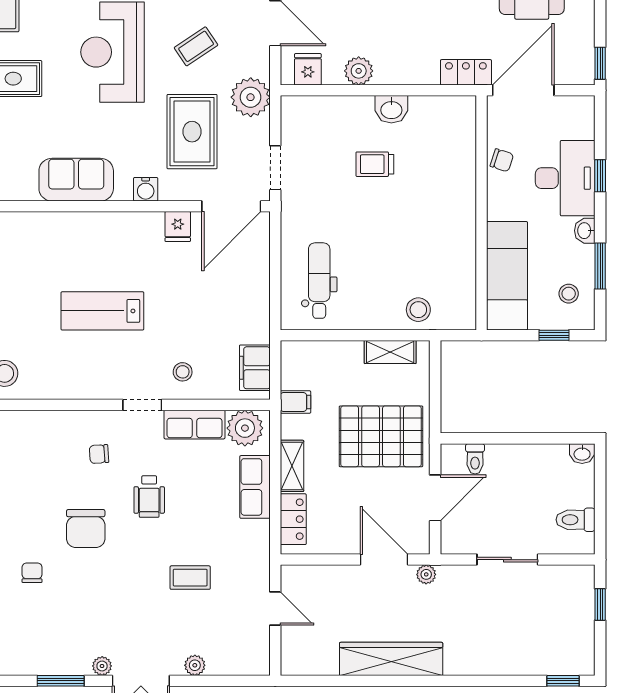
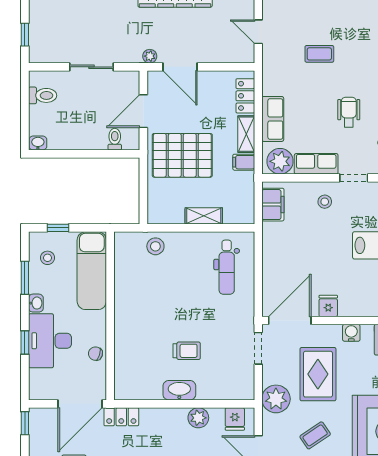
washbasin: (391, 109) -> (179, 390), width x1.38
shelving: (390, 352) -> (204, 216), moved
filing cabinet: (295, 402) -> (244, 162), moved

